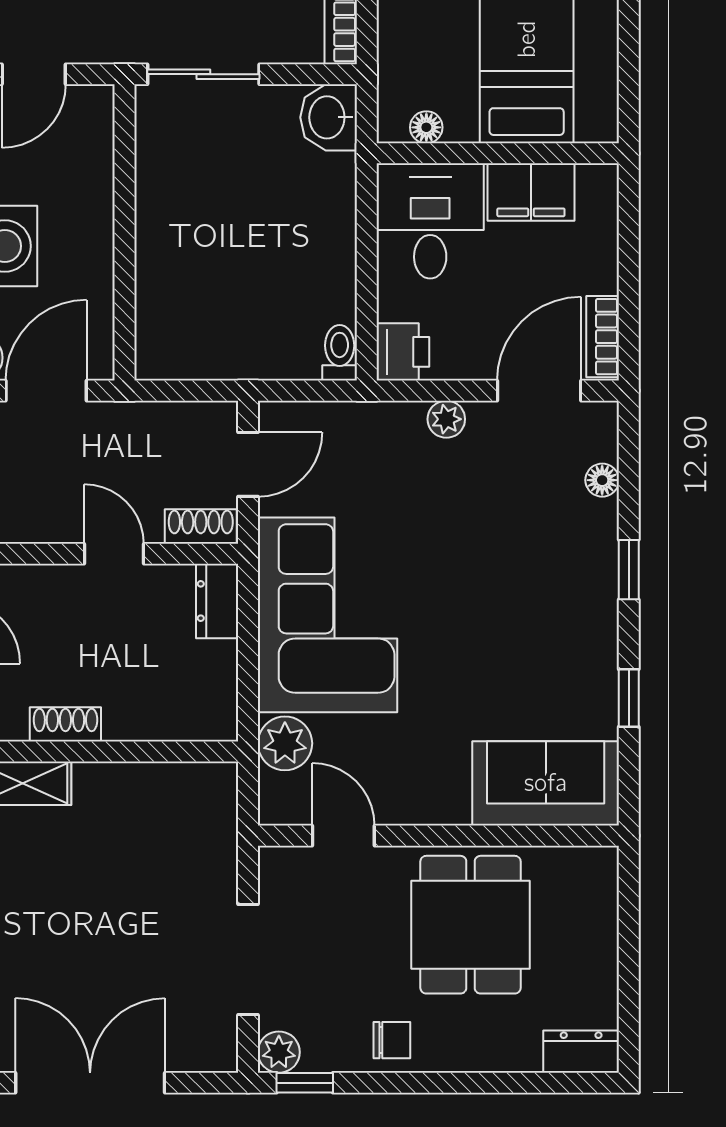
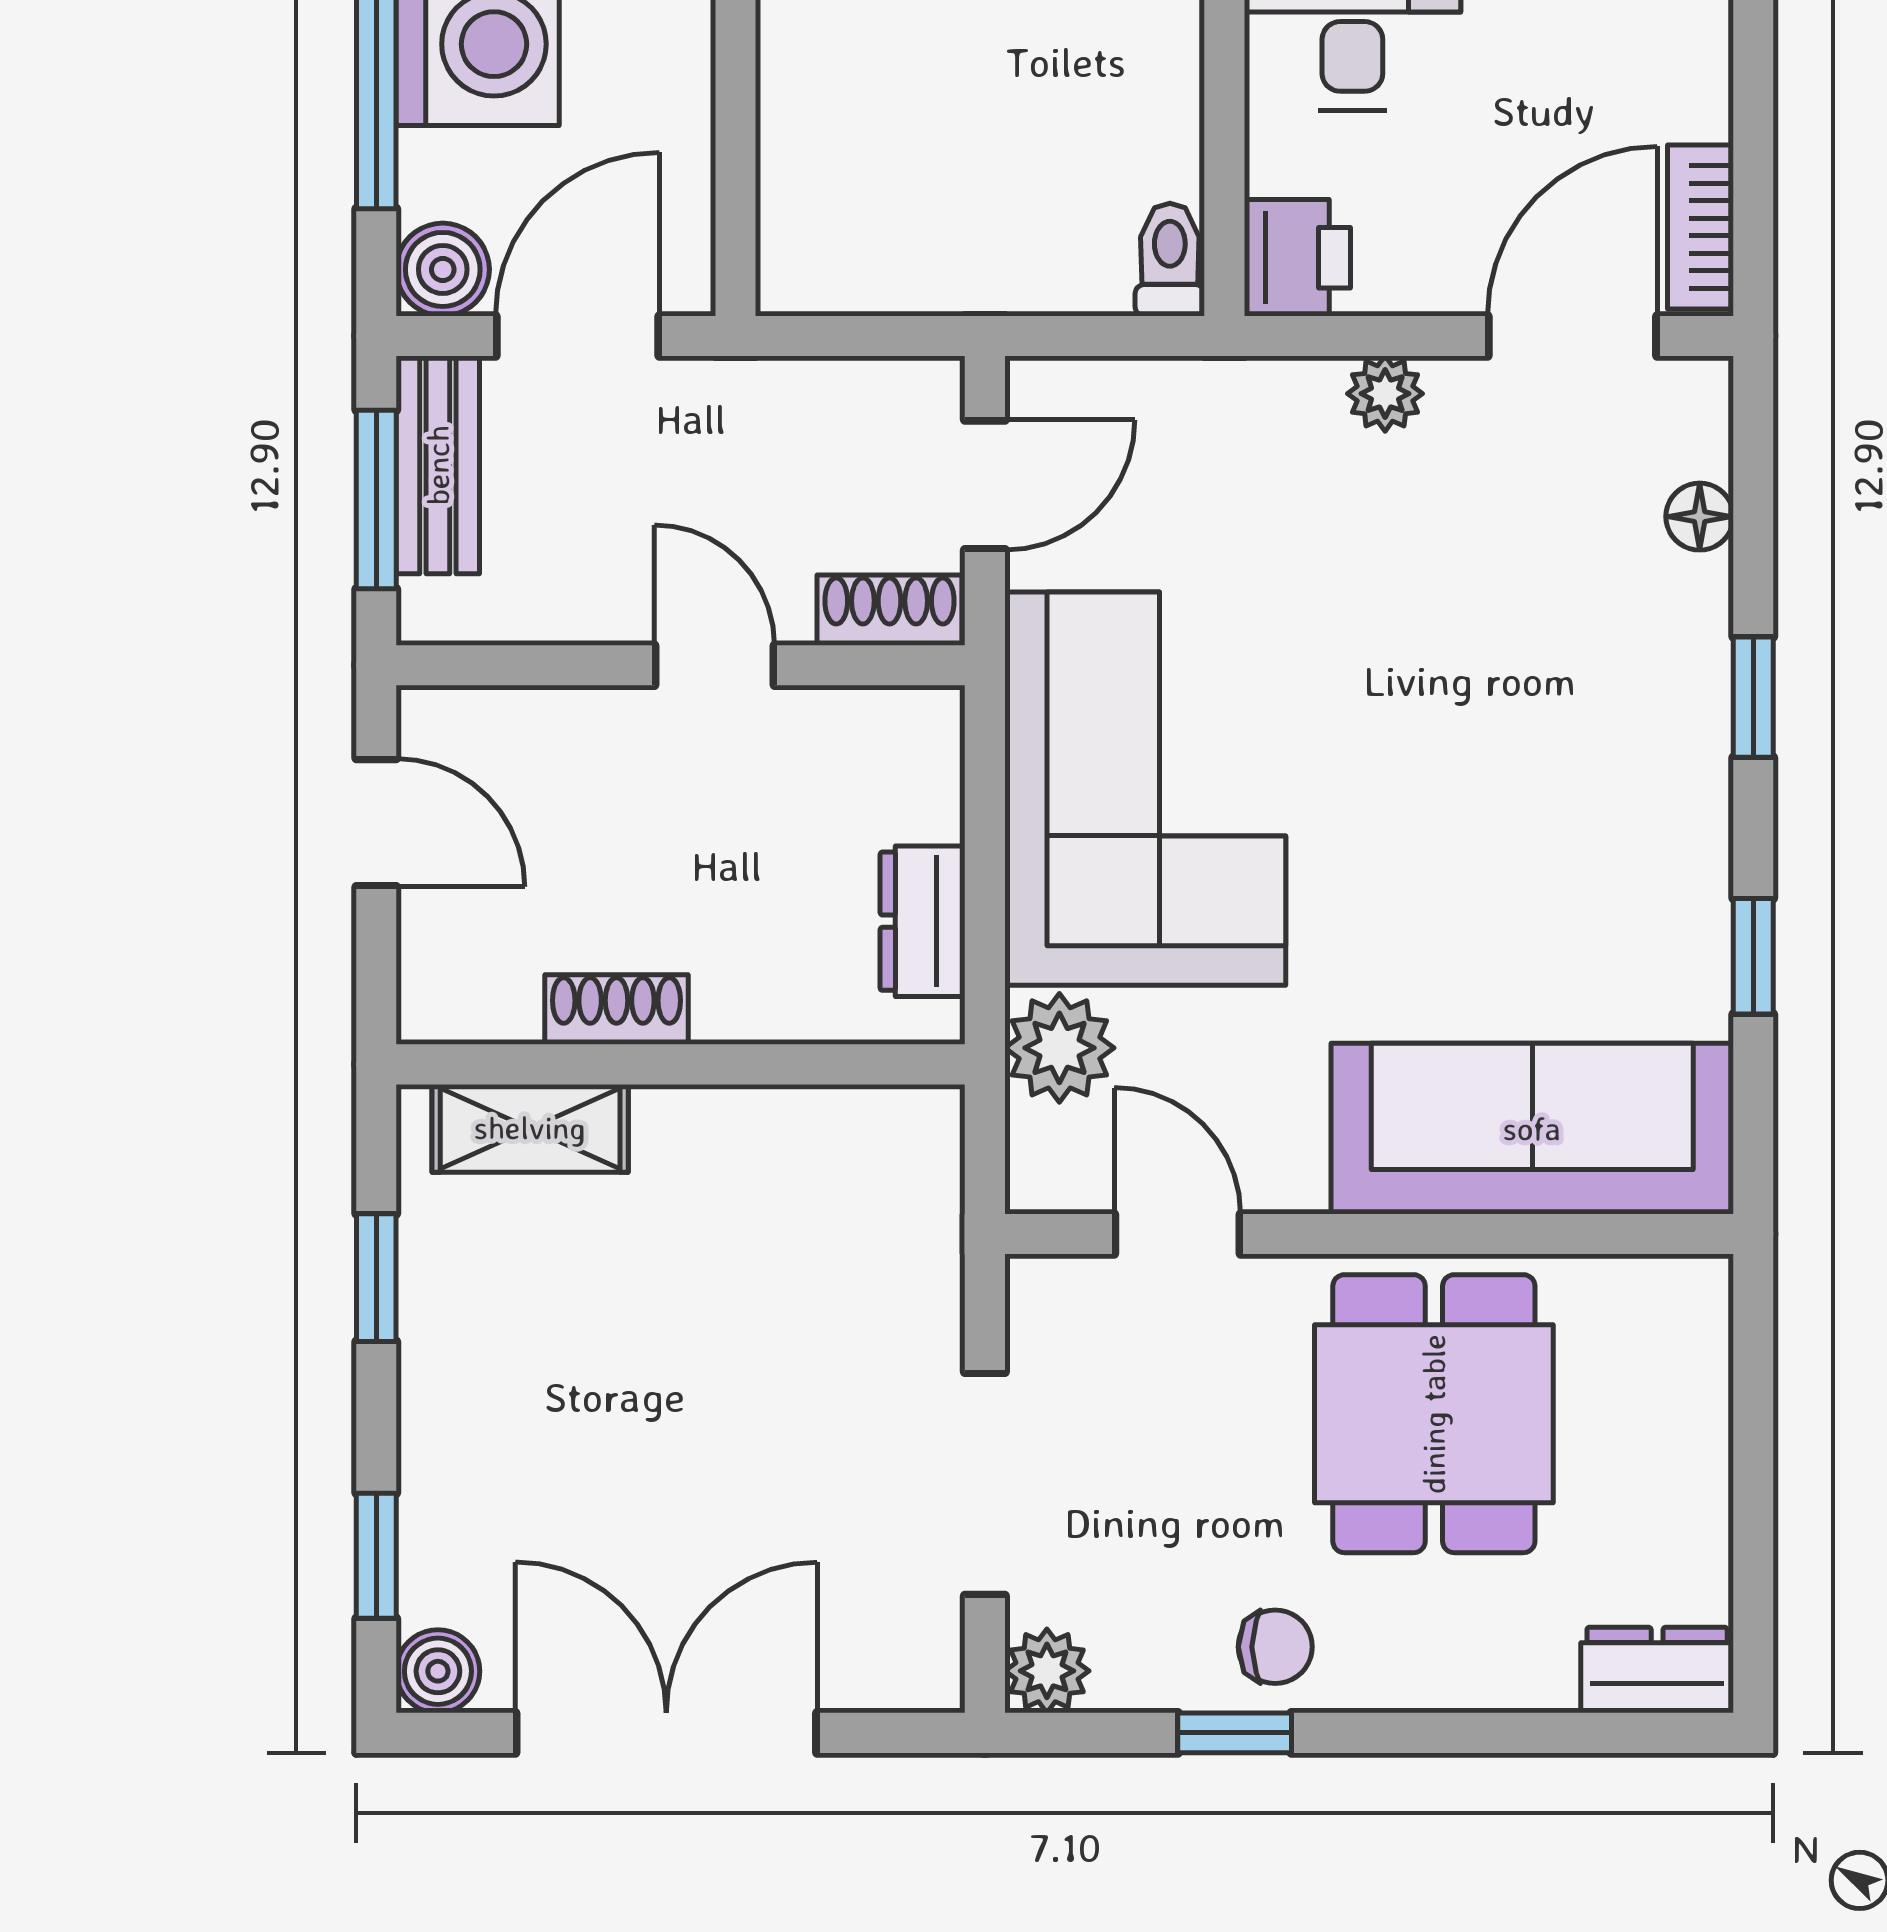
dresser: (217, 601) -> (923, 921), moved
sofa: (546, 783) -> (1532, 1129), width x1.36
window: (305, 1083) -> (1235, 1733), moved

